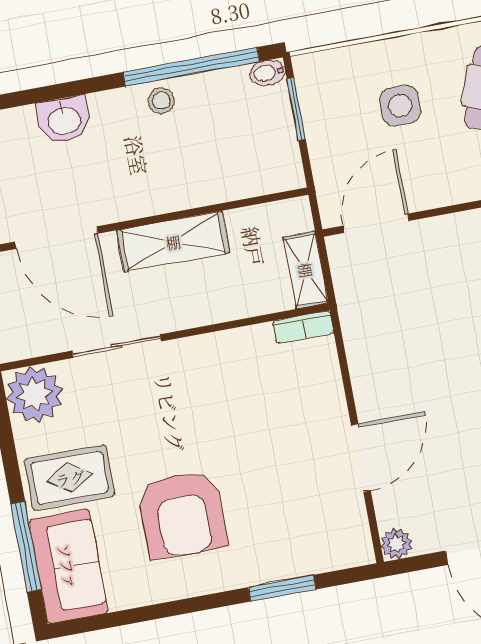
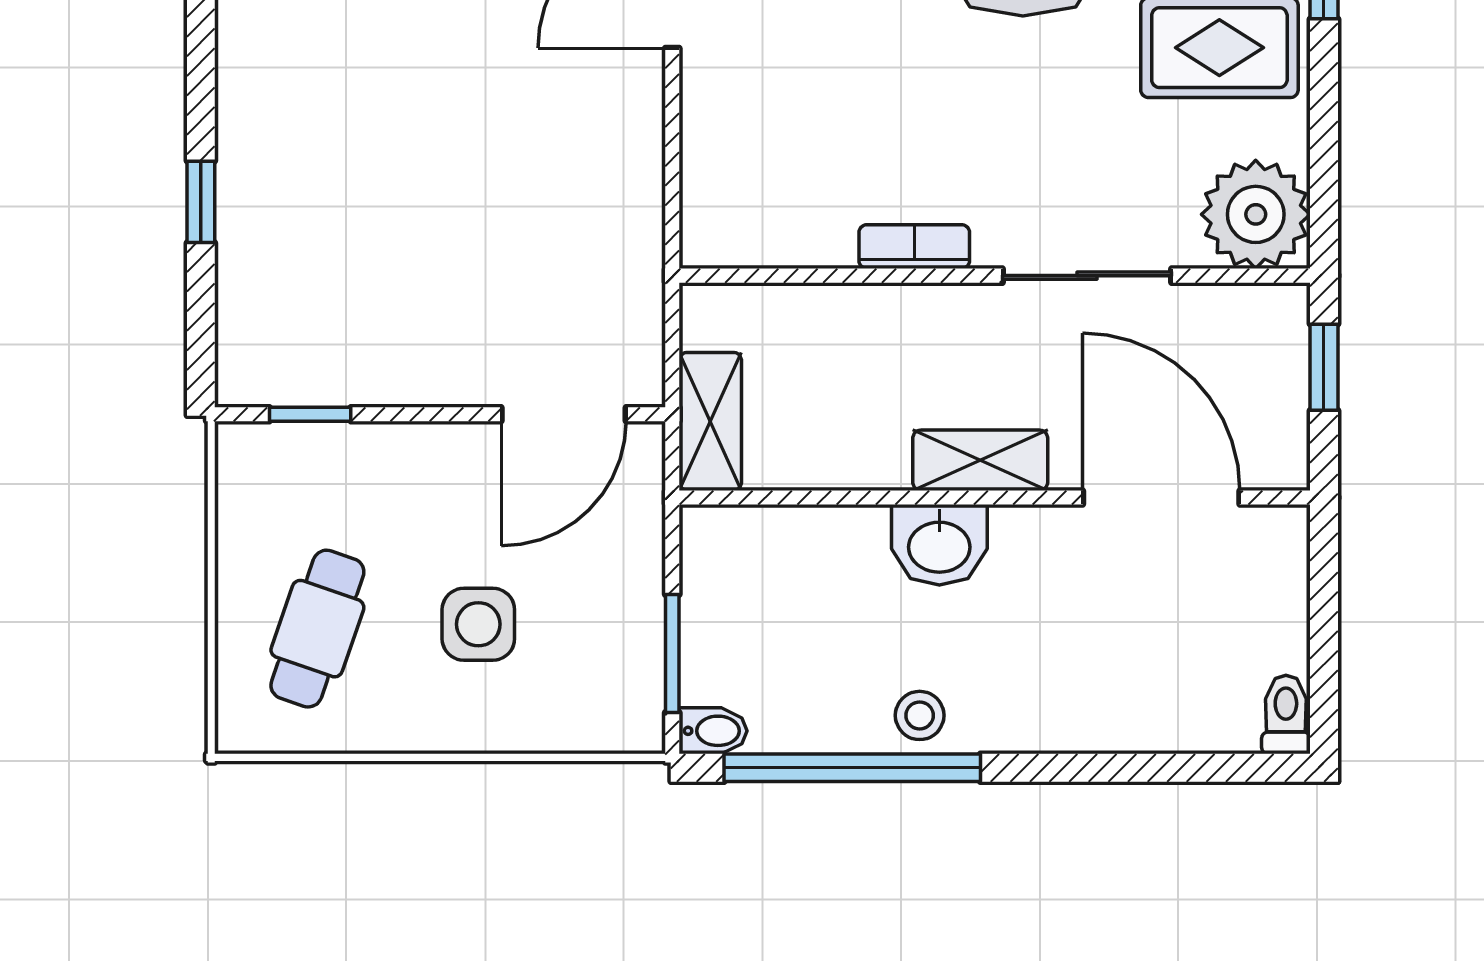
washbasin: (64, 120) -> (939, 545), moved, turned 180
shelving: (173, 242) -> (980, 460), width x0.67, depth x0.75
shelving: (306, 270) -> (710, 421), moved
bookcase: (303, 327) -> (914, 247), moved

